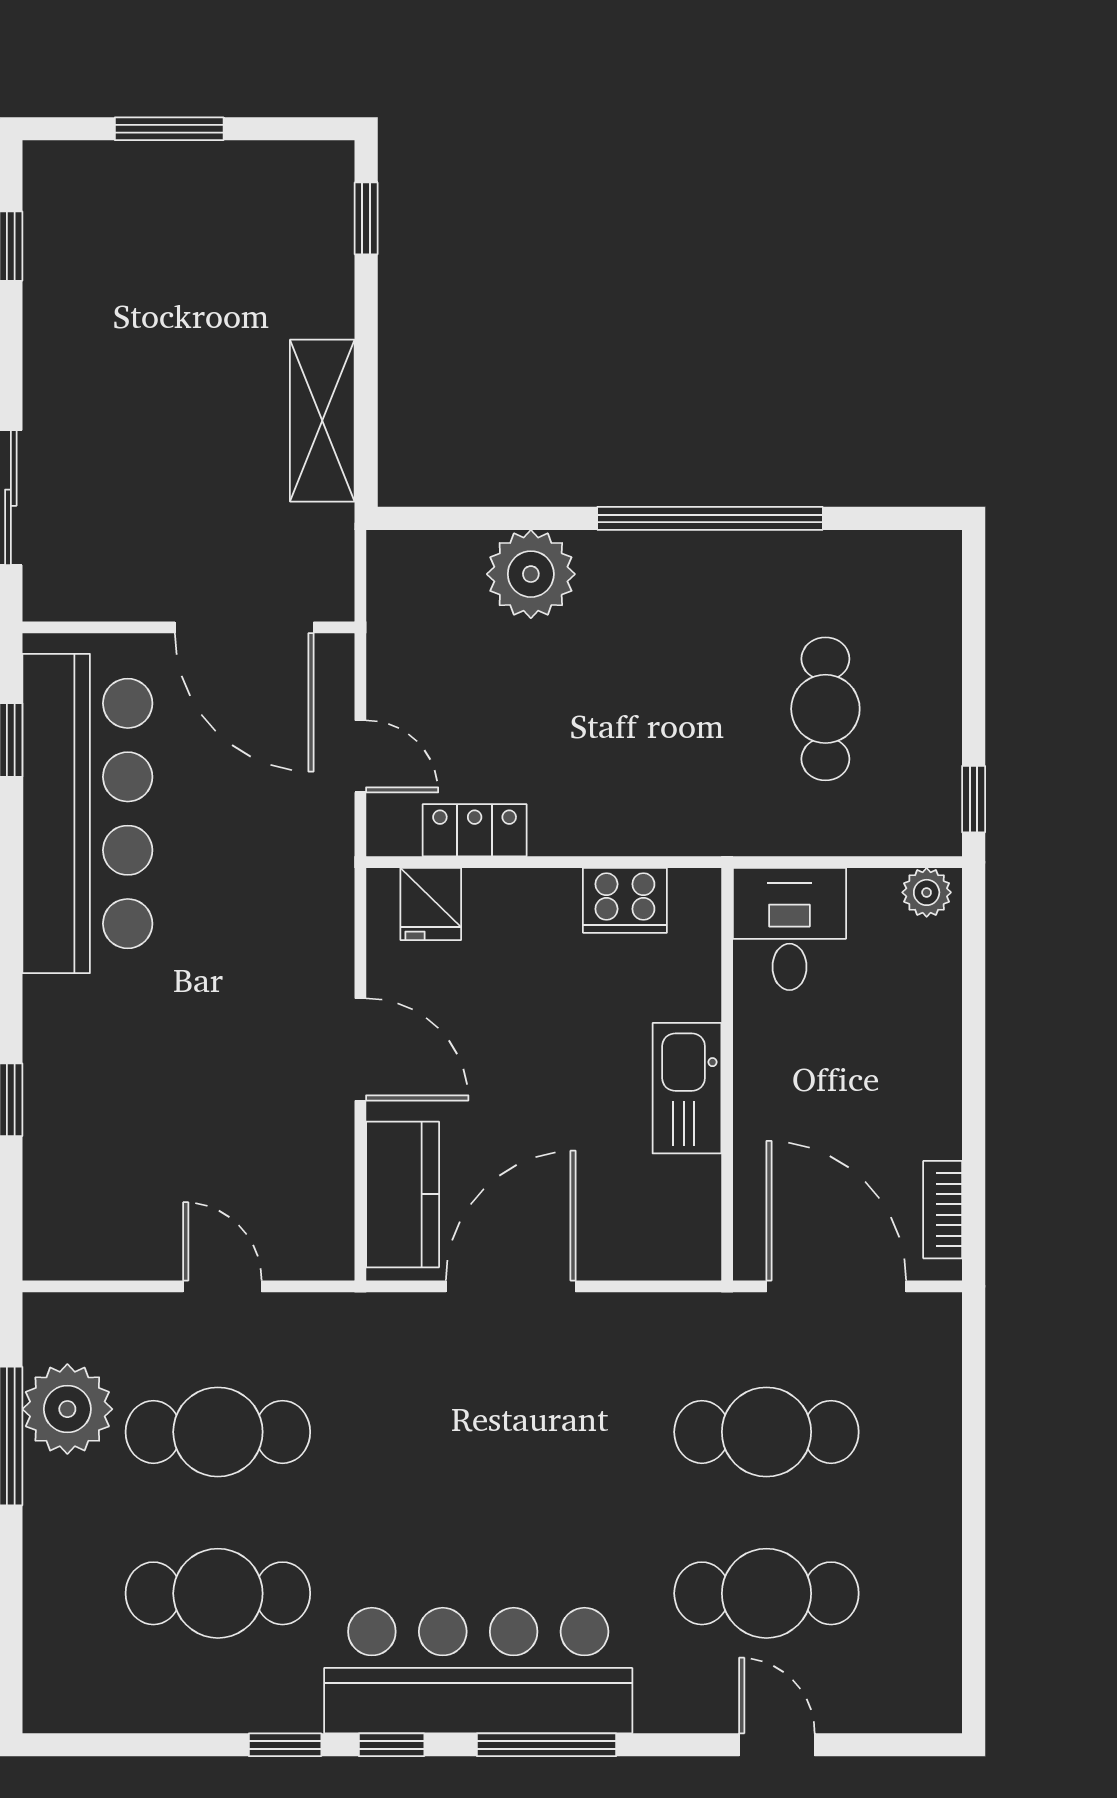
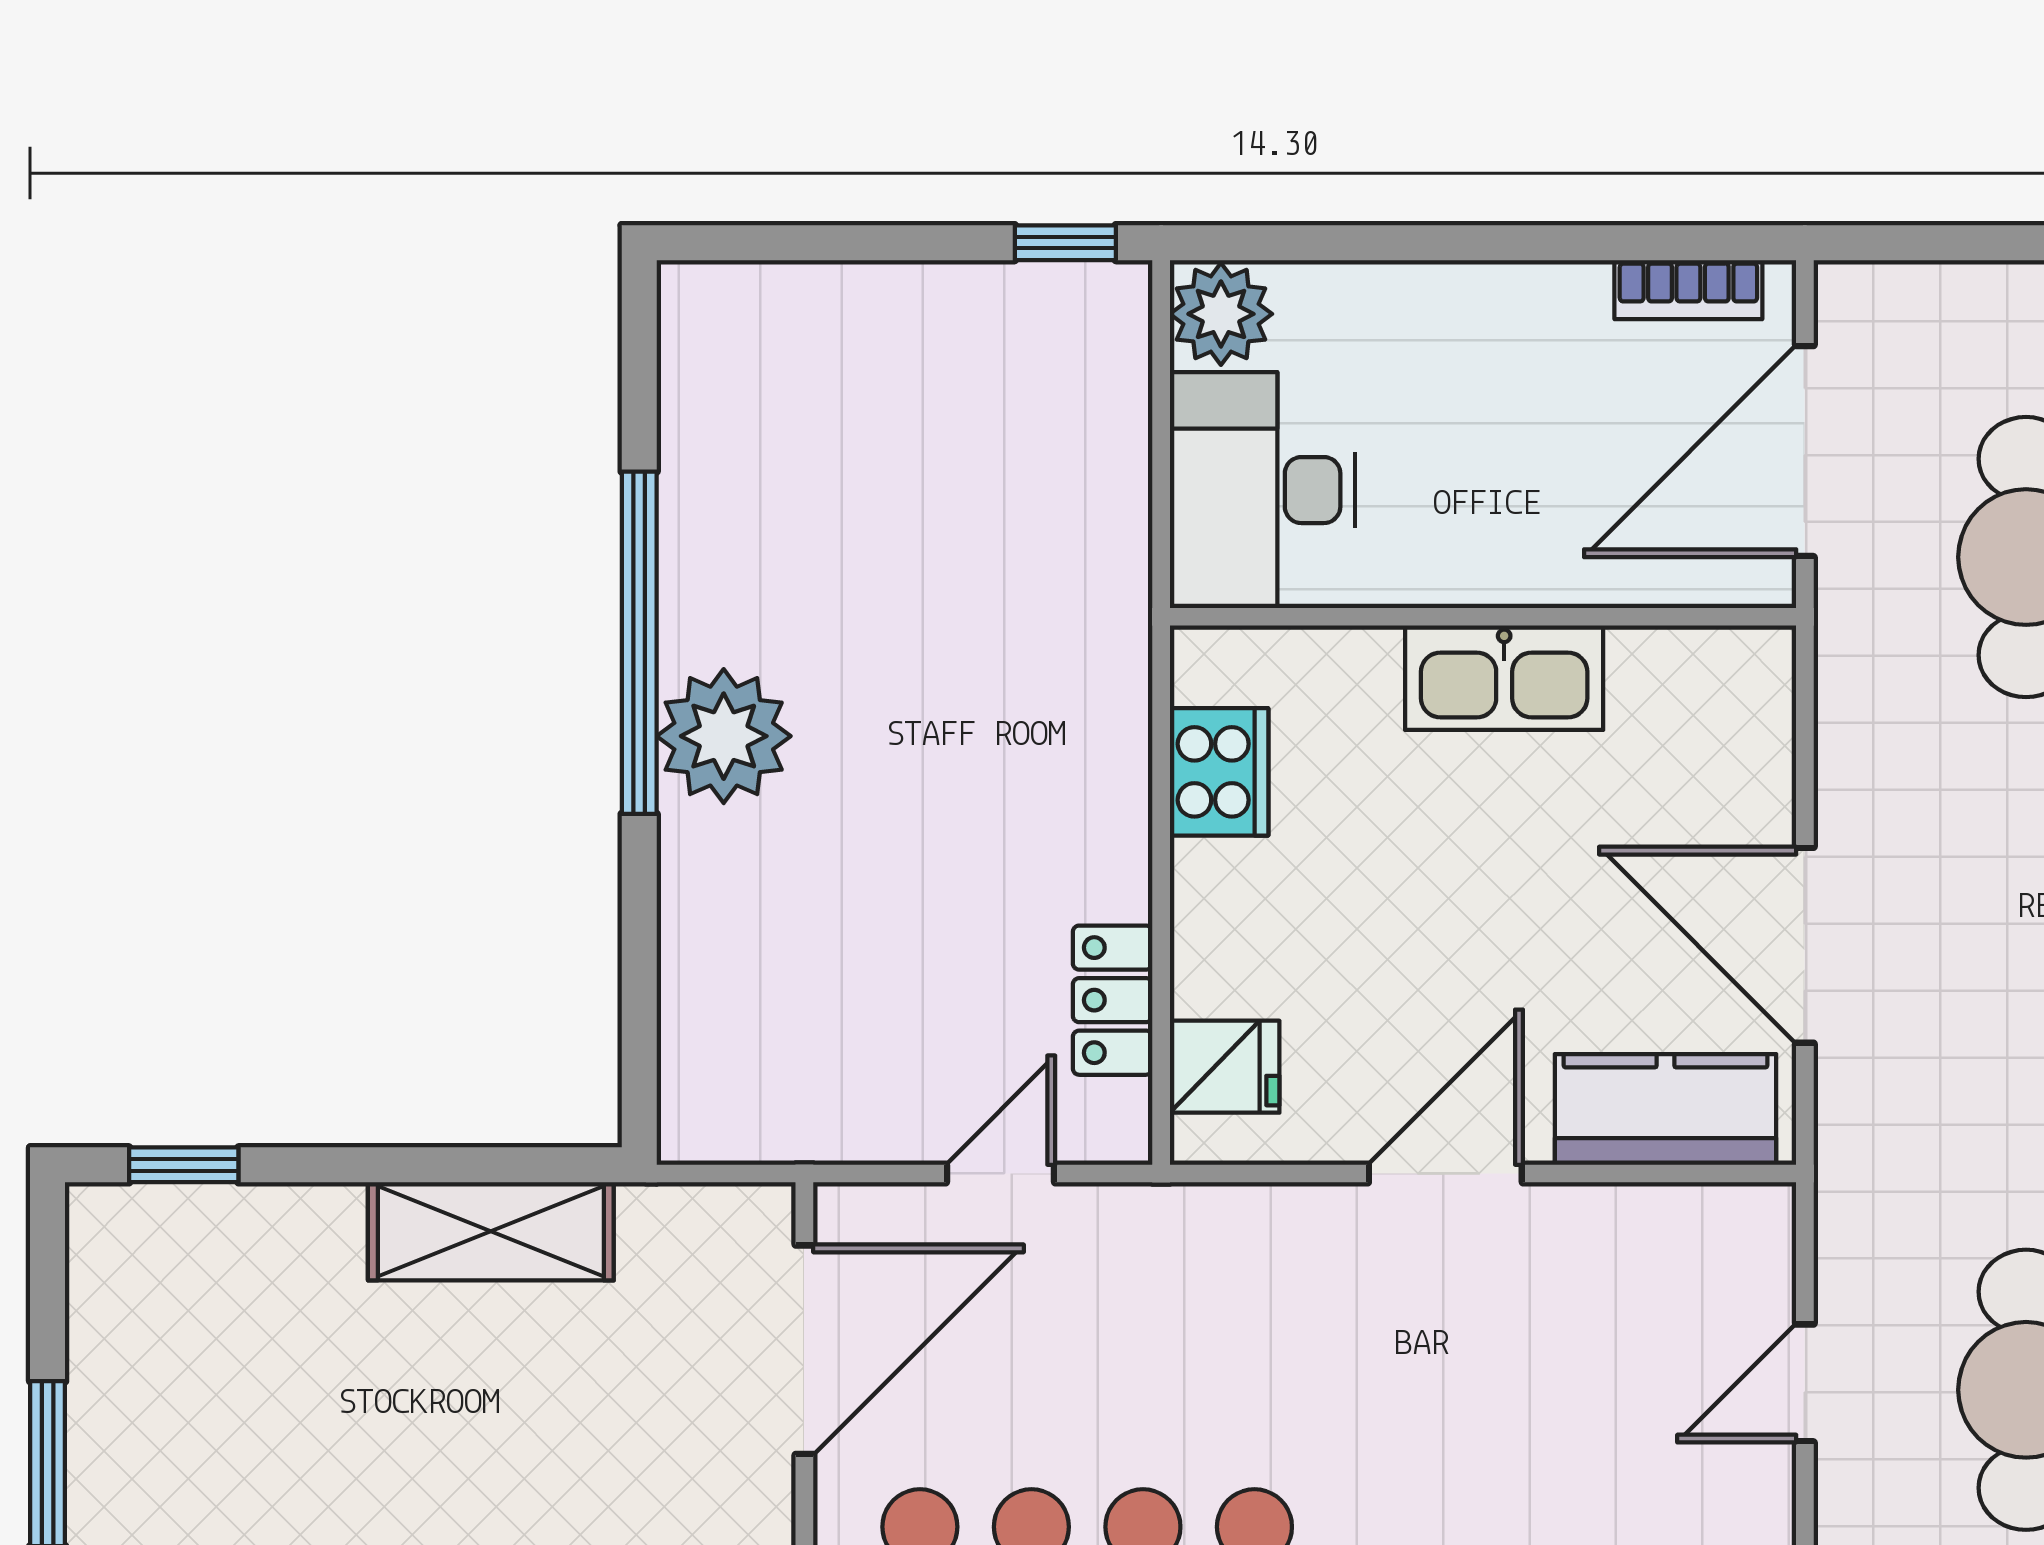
plant: (531, 574) -> (724, 736), moved
cafe table: (825, 709) -> (928, 468), removed
plant: (927, 892) -> (1221, 314), width x1.38, depth x1.38
desk: (789, 929) -> (1263, 490), width x1.37

